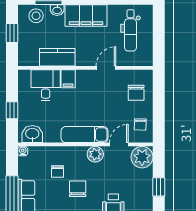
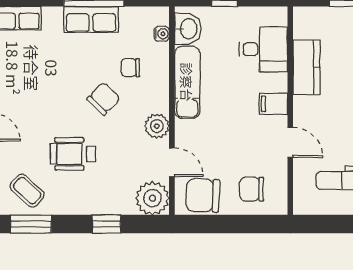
filing cabinet: (68, 79) -> (273, 104), moved
chair: (140, 124) -> (203, 195), width x1.87, depth x1.87
exam couch: (84, 135) -> (187, 82), moved
water cooler: (23, 151) -> (162, 34), moved
chair: (78, 189) -> (104, 99), turned -46

